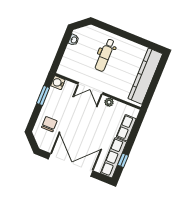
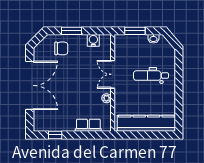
window: (60, 53) -> (135, 31), added
water cooler: (58, 83) -> (93, 40), moved
window: (43, 95) -> (71, 31), moved
row of seats: (114, 158) -> (54, 125), removed

